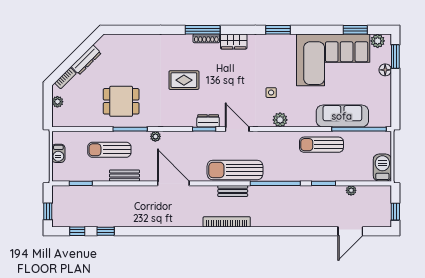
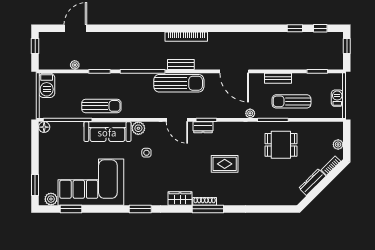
floor lamp: (385, 70) -> (44, 127), moved
sofa: (342, 116) -> (107, 132), moved
sun lounger: (109, 150) -> (292, 101), turned 180

